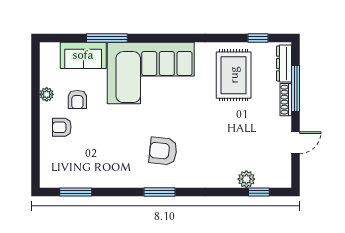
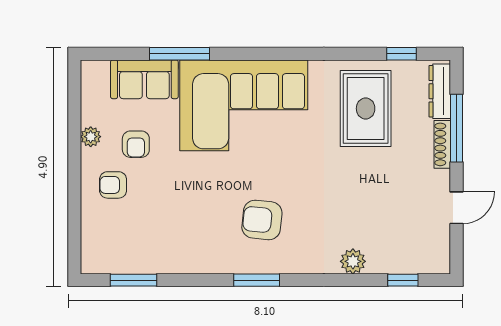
plant: (246, 179) -> (353, 261), moved

